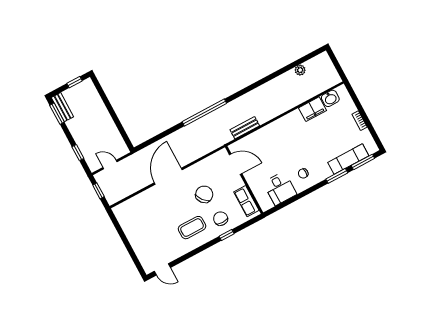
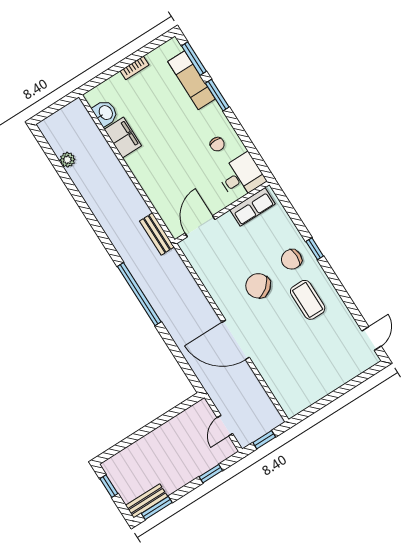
door: (236, 164) -> (200, 226), moved
wall: (244, 180) -> (222, 212), moved
row of seats: (246, 201) -> (253, 207), moved

